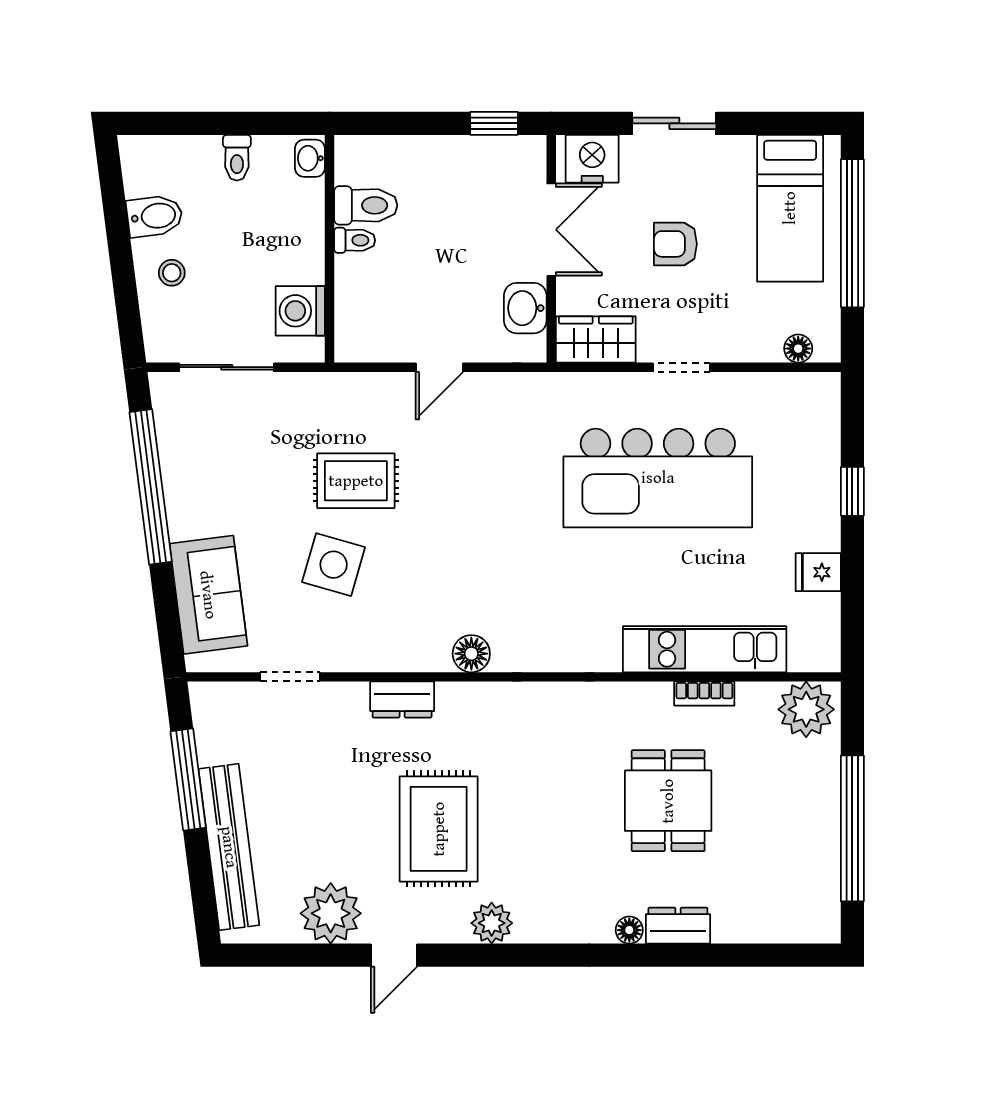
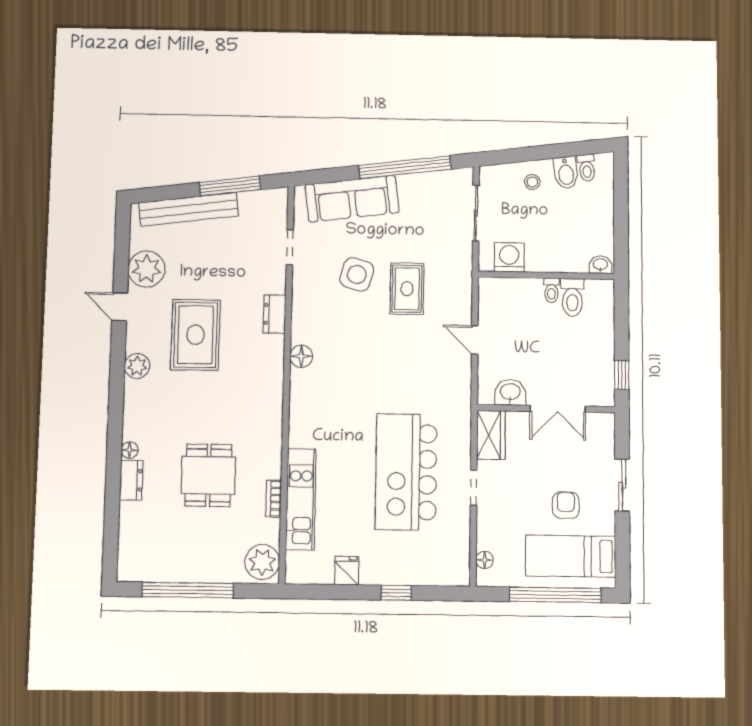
toilet: (237, 158) -> (587, 168), moved, turned -97
nightstand: (592, 159) -> (601, 434), removed
armchair: (675, 244) -> (566, 505), moved
sofa: (208, 595) -> (352, 199), width x1.36
dining table: (668, 801) -> (208, 475), turned 90
rug: (439, 829) -> (195, 335), turned 90

